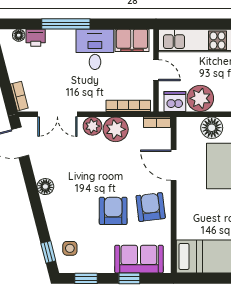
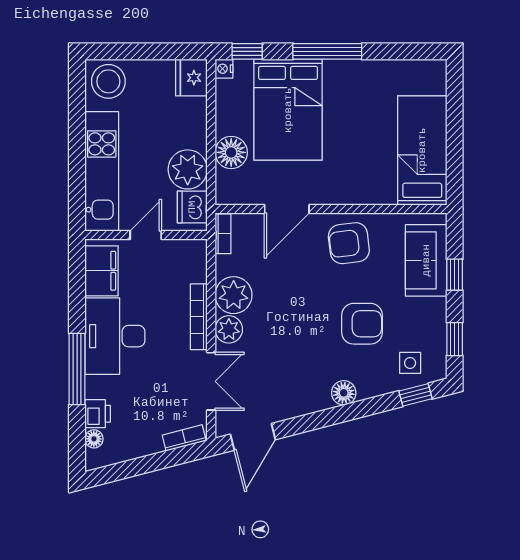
desk: (95, 49) -> (115, 336), width x1.37
bookcase: (128, 106) -> (199, 317), moved
floor lamp: (45, 187) -> (344, 393), moved
armchair: (113, 211) -> (362, 324), moved, turned 180

